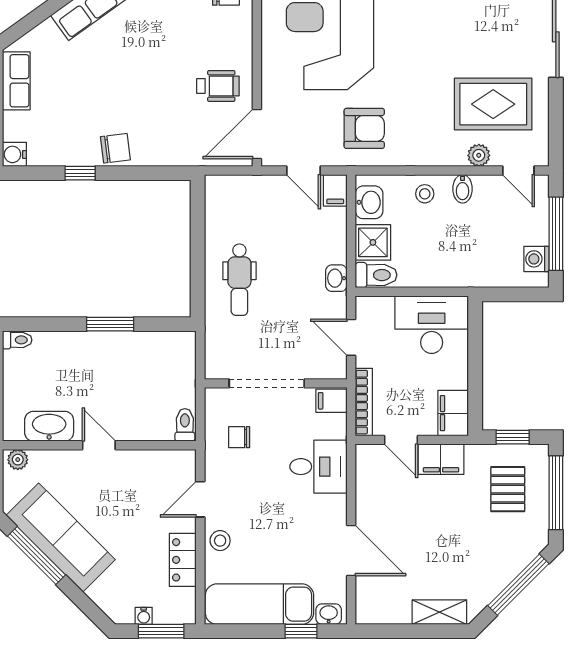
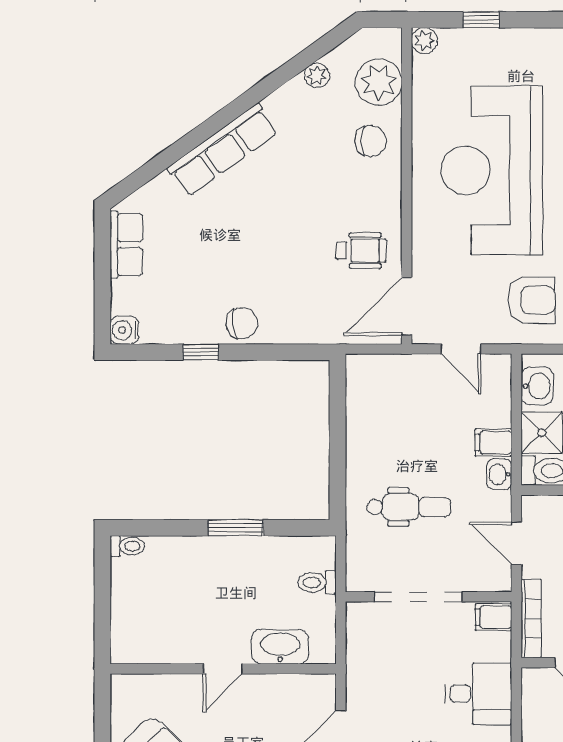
filing cabinet: (335, 190) -> (493, 443), moved, turned 90
dental chair: (239, 280) -> (409, 507), moved, turned -90
toilet: (185, 425) -> (317, 582), moved, turned -90
washbasin: (49, 426) -> (280, 647), moved
chair: (239, 437) -> (386, 659), removed
door: (99, 445) -> (223, 669), swing flipped
plant: (18, 460) -> (128, 685), removed

